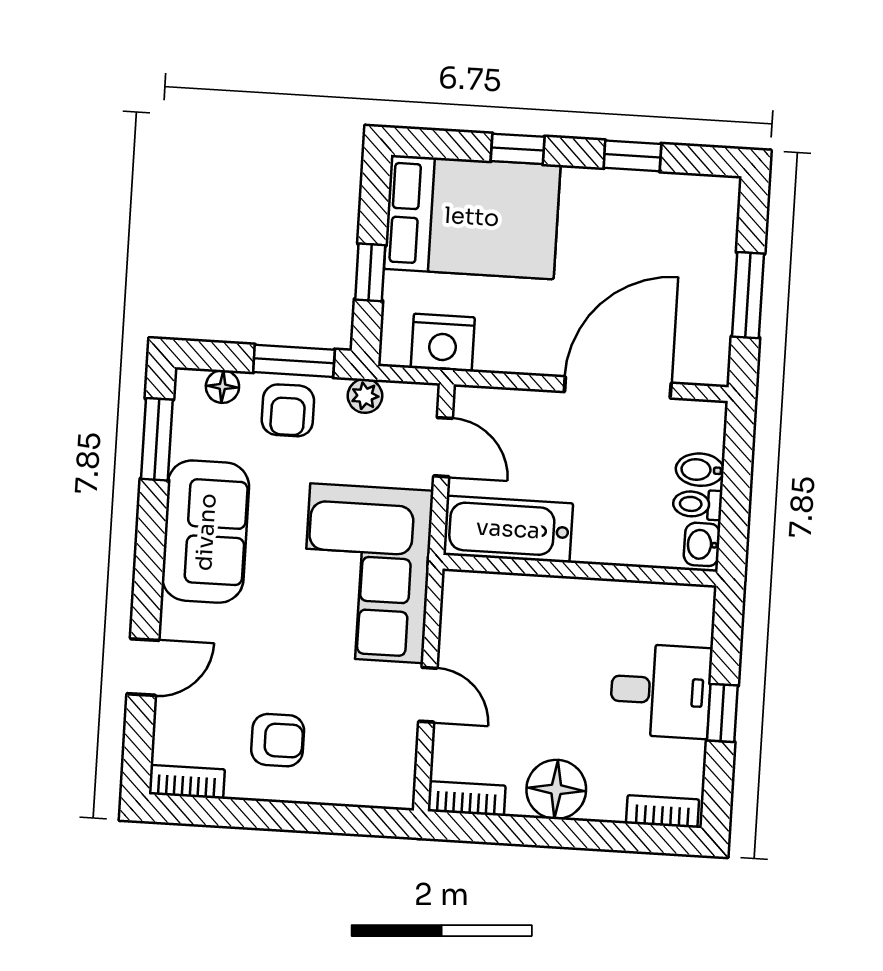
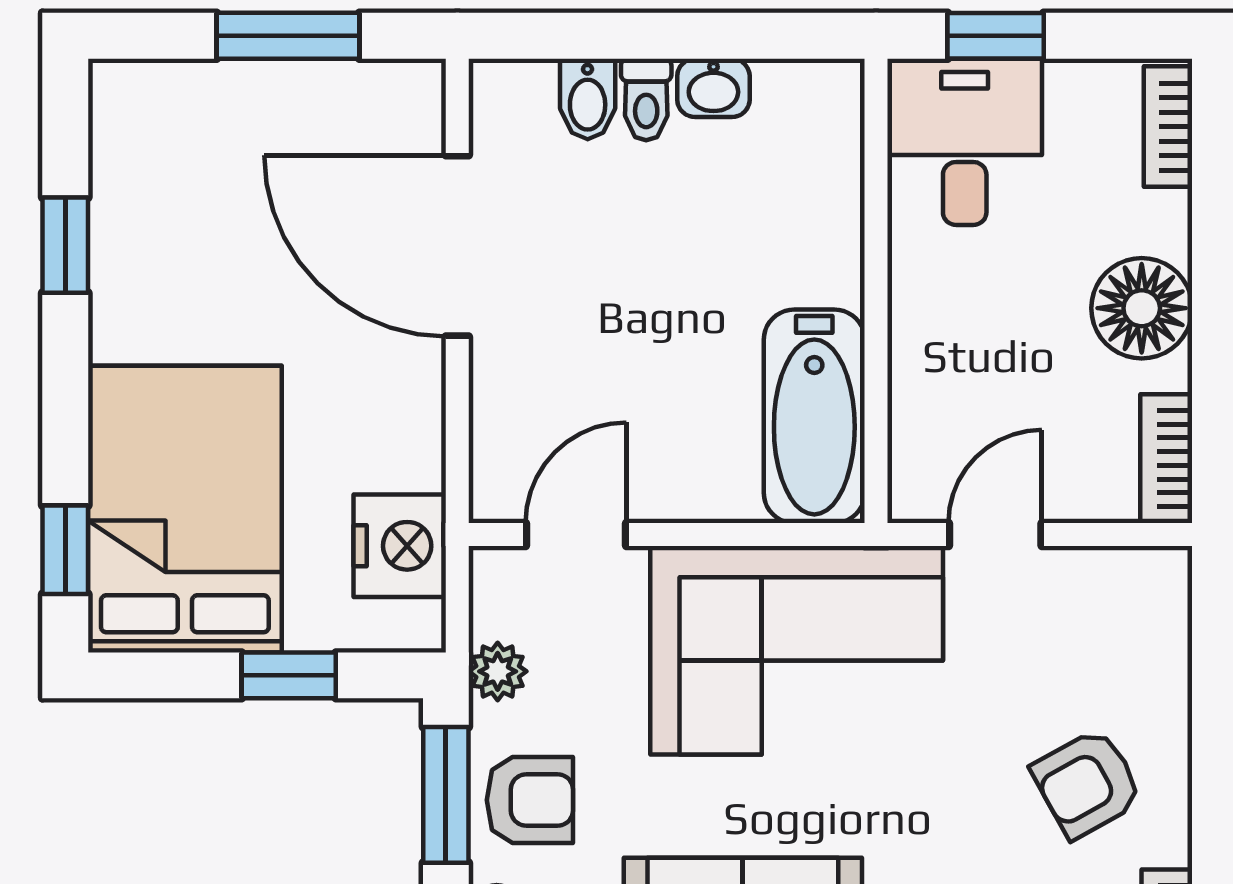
window: (518, 149) -> (65, 550), moved
bathtub: (508, 529) -> (814, 416), moved
wall: (580, 570) -> (876, 291), moved
armchair: (278, 740) -> (1087, 783), turned -119

